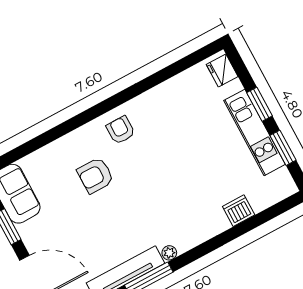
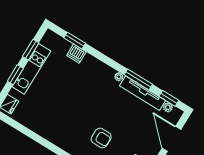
armchair: (121, 130) -> (70, 139), removed
window: (259, 219) -> (75, 41), added

